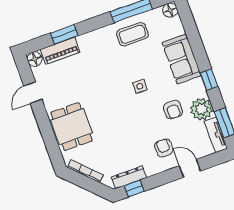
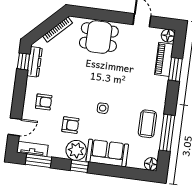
plant: (202, 109) -> (76, 150), moved
armchair: (173, 110) -> (70, 125), turned 180
door: (190, 168) -> (15, 127), moved

